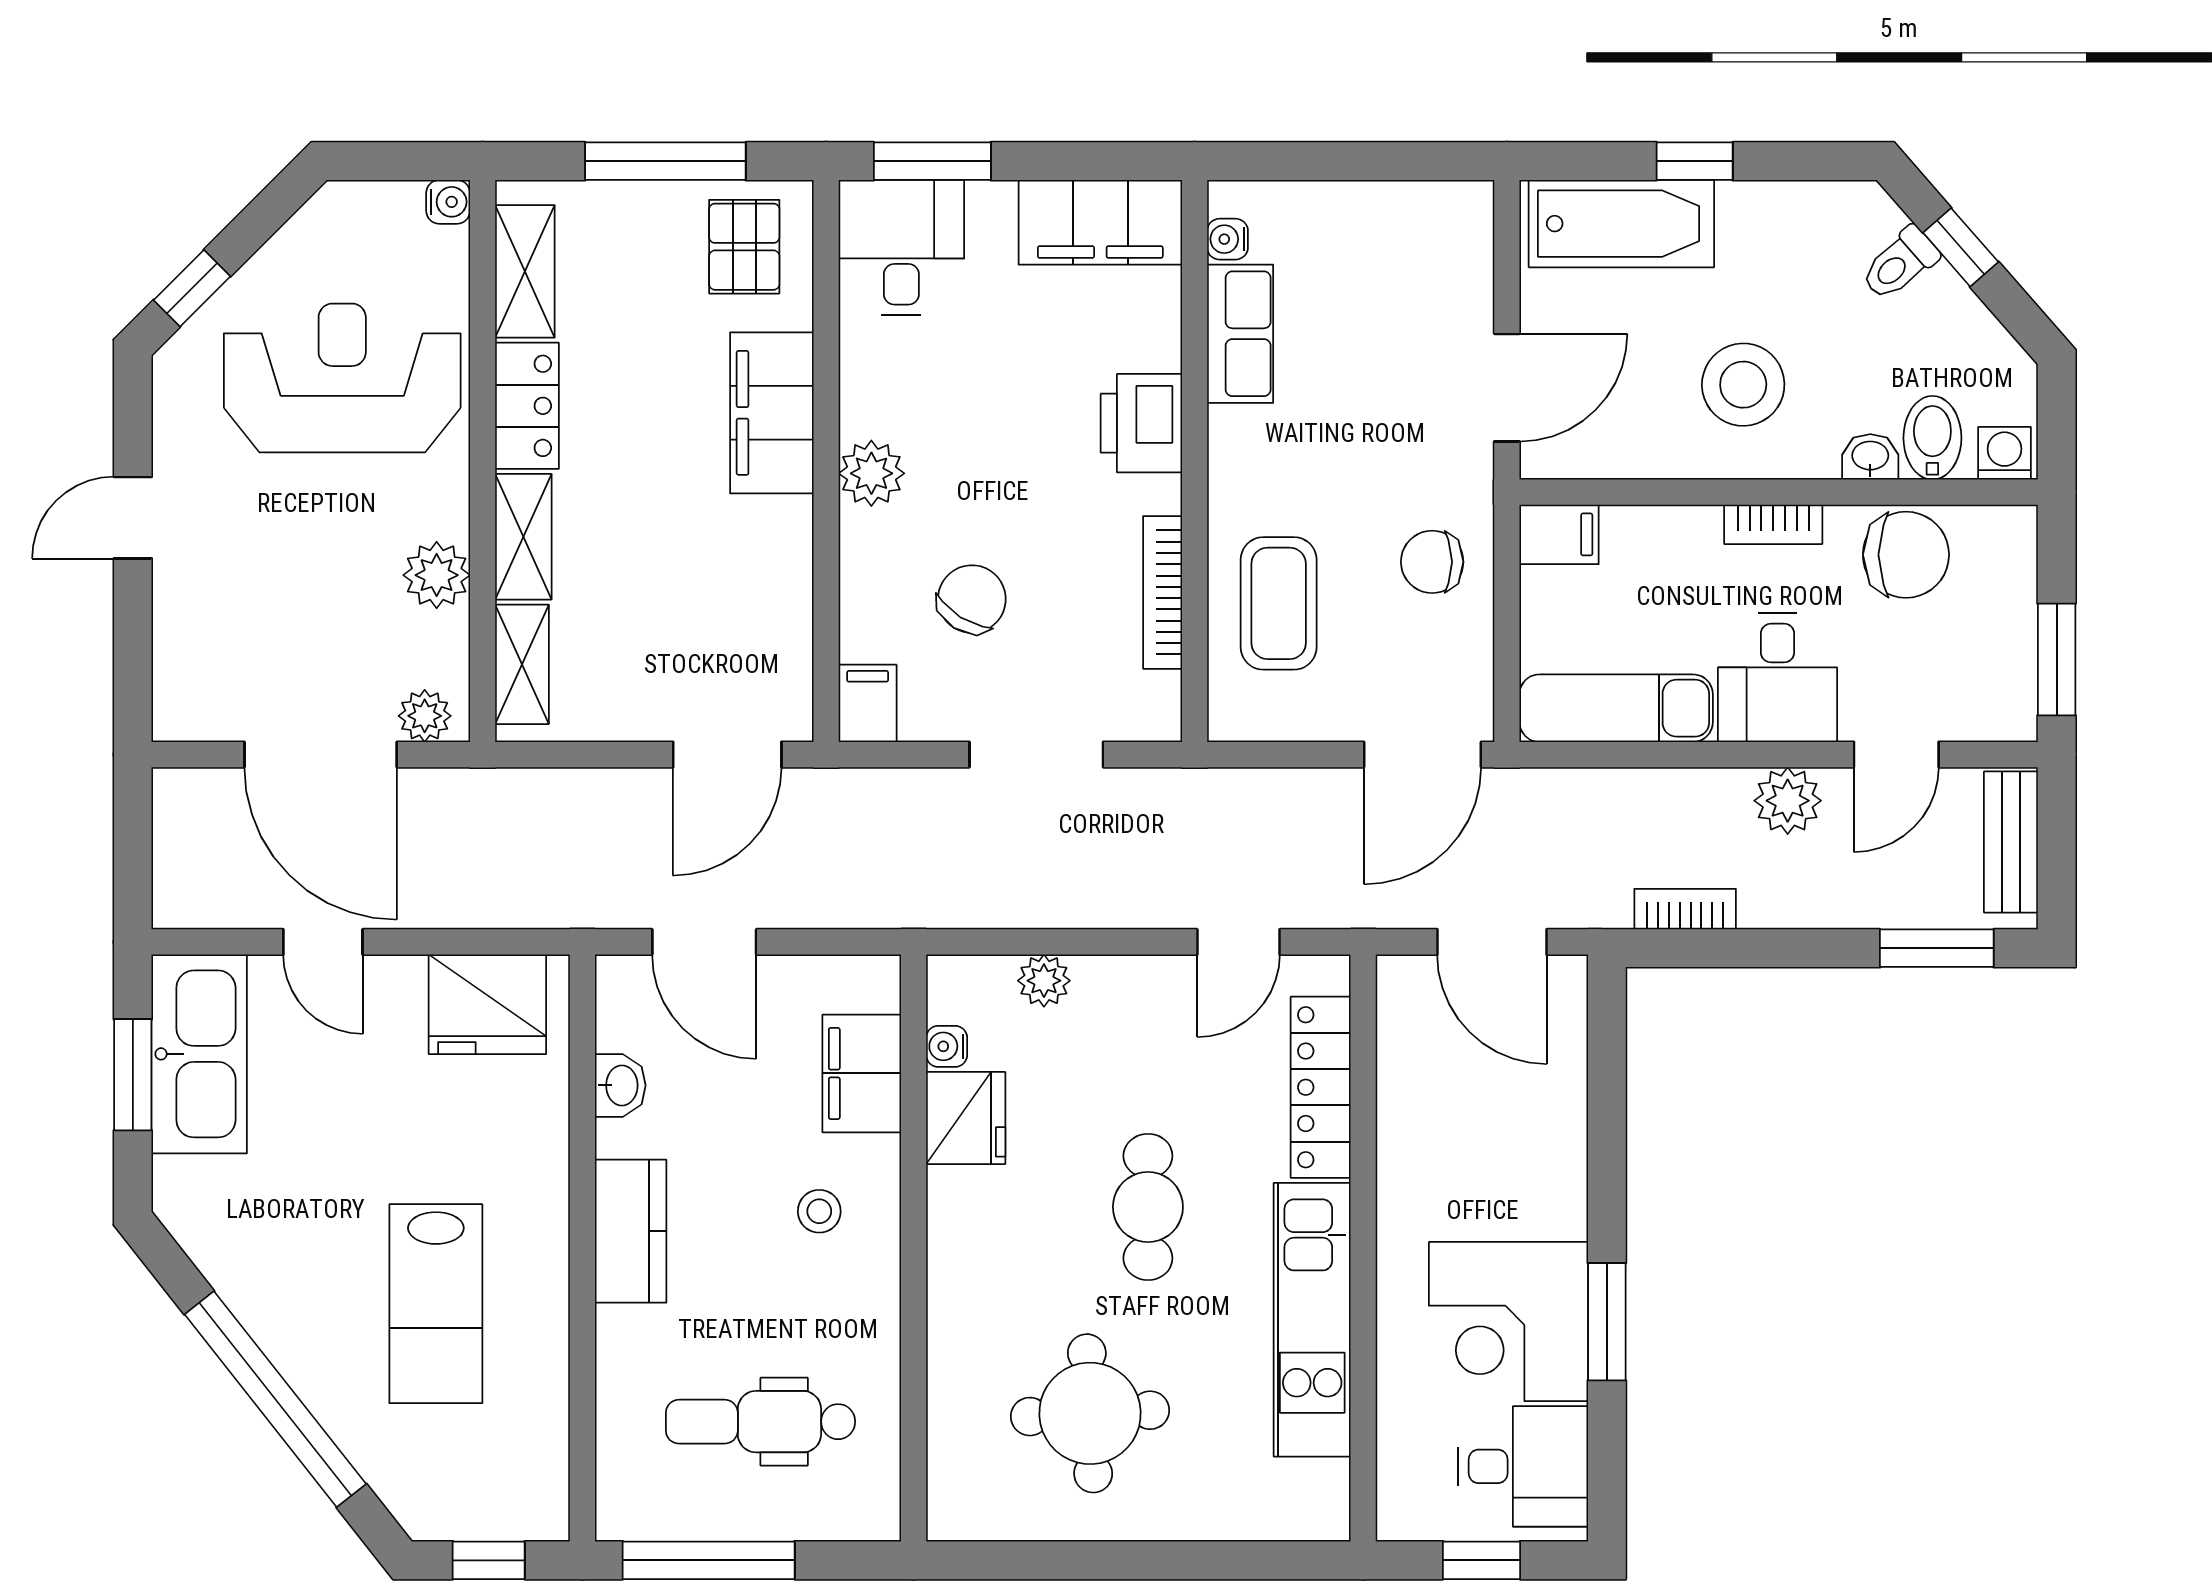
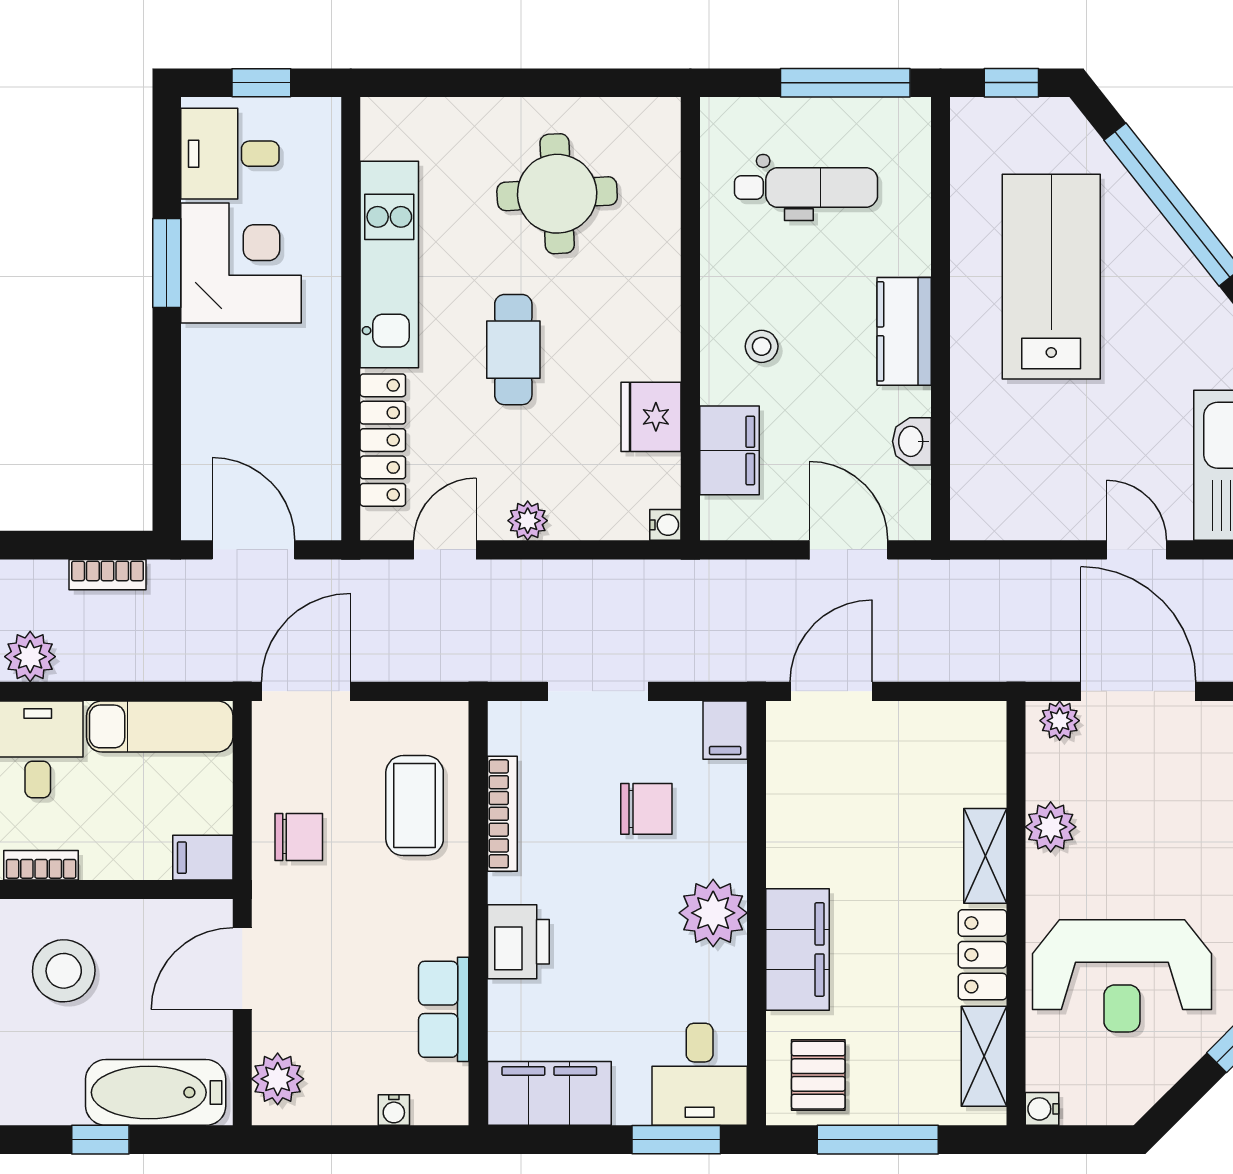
water cooler: (1228, 239) -> (394, 1110), moved, turned 90
plant: (1460, 242) -> (278, 1079), added
plant: (871, 473) -> (713, 913), width x1.36, depth x1.36
chair: (972, 599) -> (646, 809), turned -122
shelving: (522, 664) -> (986, 760), removed
plant: (1044, 981) -> (528, 521), moved
fridge: (487, 1004) -> (1012, 503), removed
water cooler: (947, 1046) -> (665, 525), moved
lab bench: (436, 1304) -> (1051, 277), width x1.36, depth x1.39

